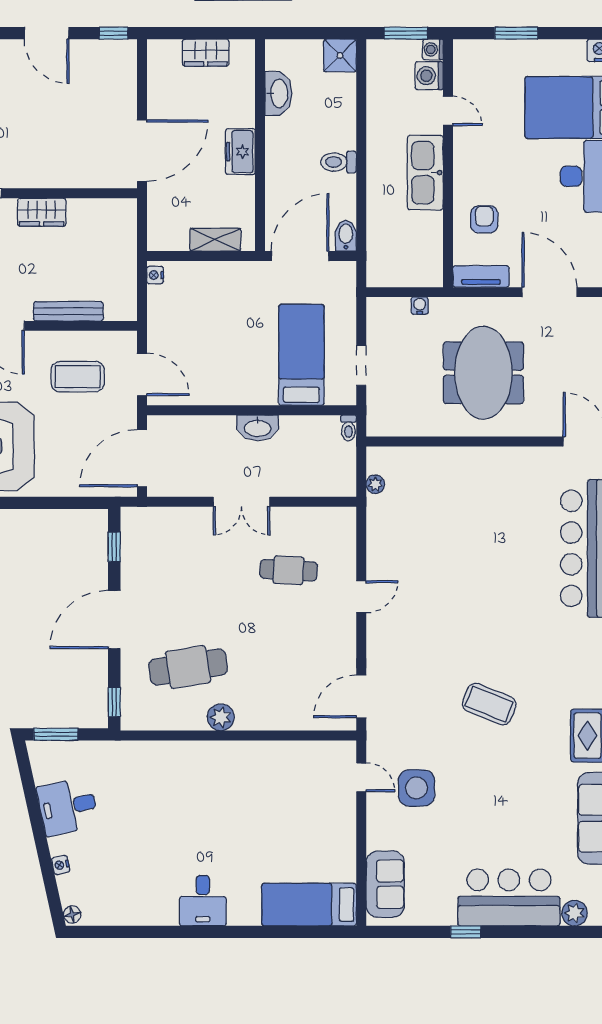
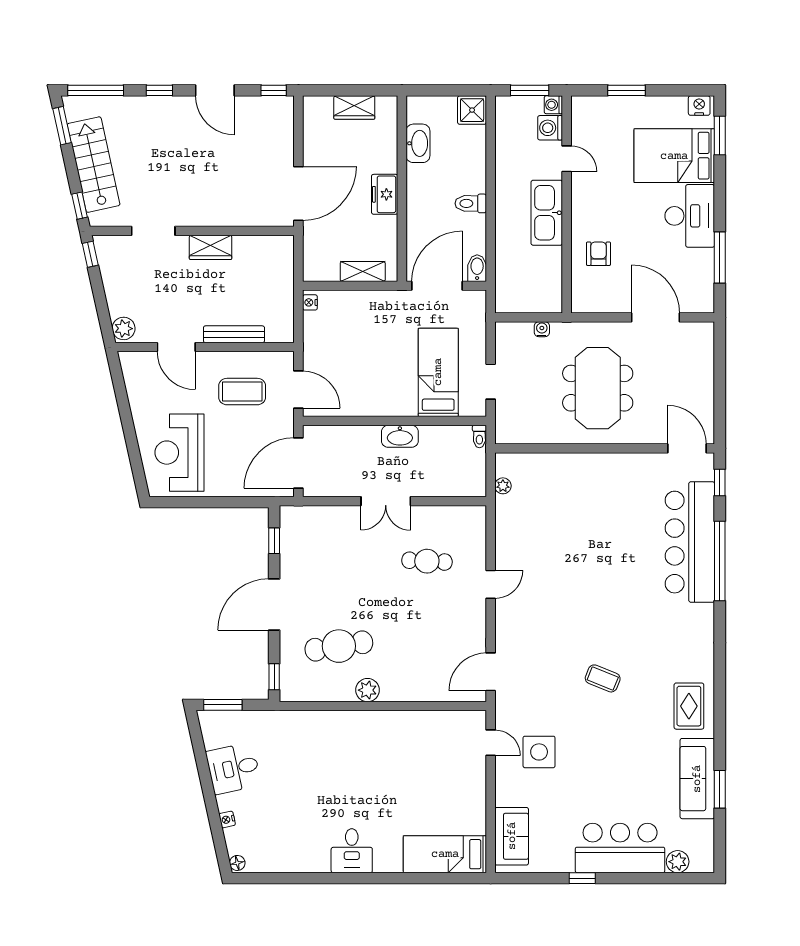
tv unit: (481, 277) -> (596, 304), removed
coffee table: (489, 704) -> (603, 678), width x0.73, depth x0.77

